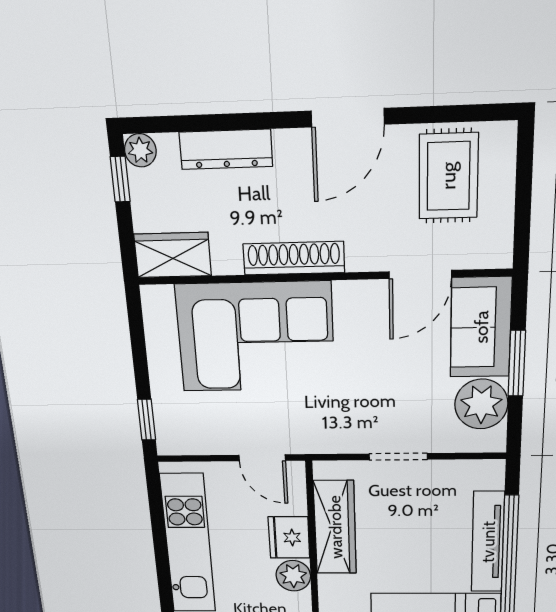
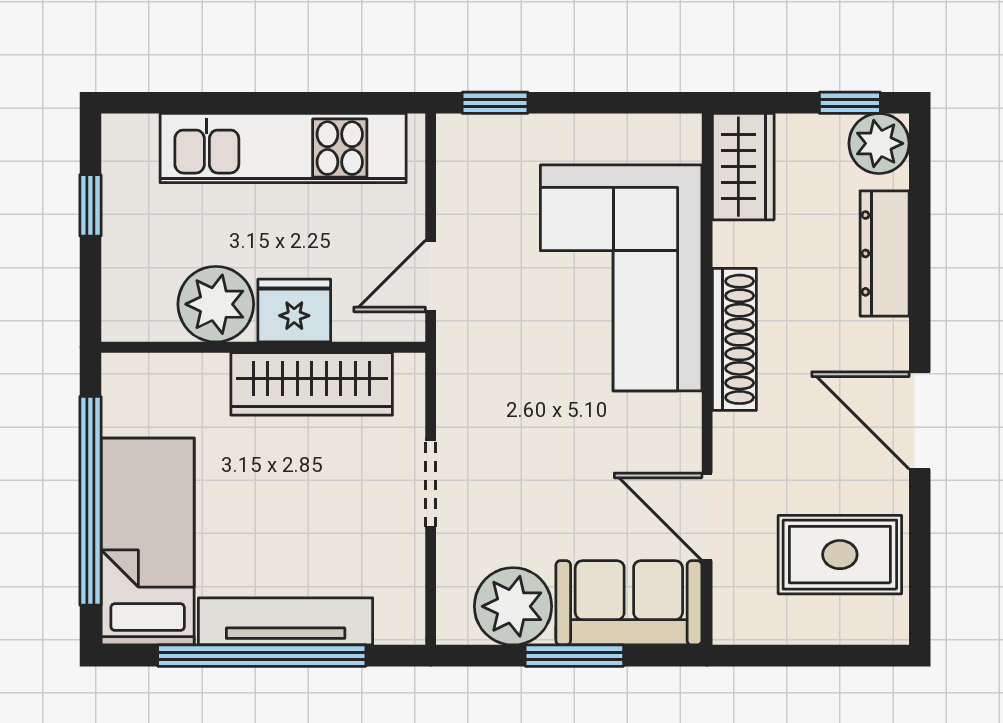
plant: (140, 150) -> (879, 143), width x1.38, depth x1.38
plant: (293, 576) -> (216, 304), width x1.36, depth x1.36

